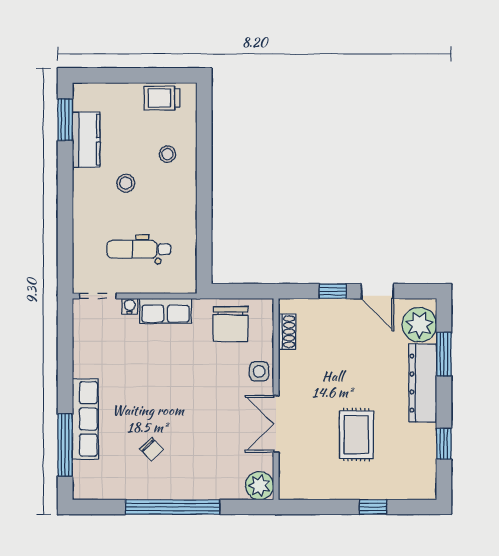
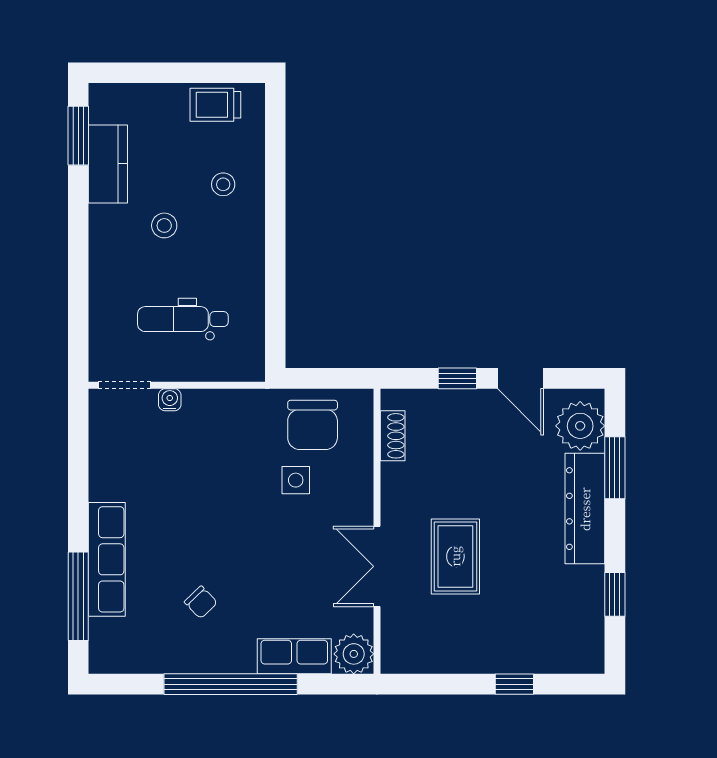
row of seats: (165, 311) -> (294, 656), moved, turned 180
side table: (259, 371) -> (296, 480), moved
rug: (356, 435) -> (455, 556), moved

